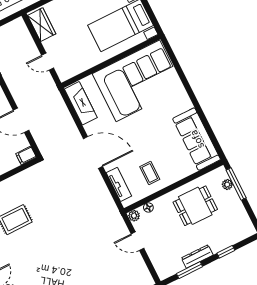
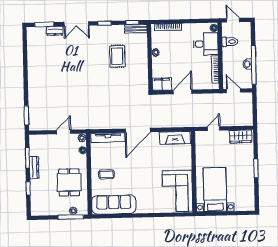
corner sofa: (138, 81) -> (177, 191), width x0.73, depth x0.74
filing cabinet: (26, 155) -> (162, 84), width x2.00
coffee table: (150, 173) -> (106, 174), moved
tv unit: (119, 184) -> (108, 138), width x1.41

